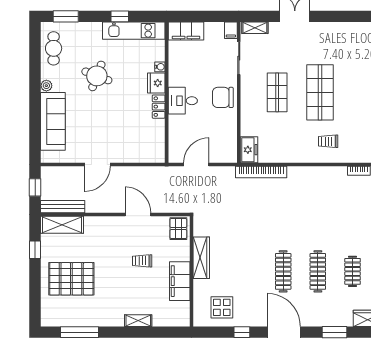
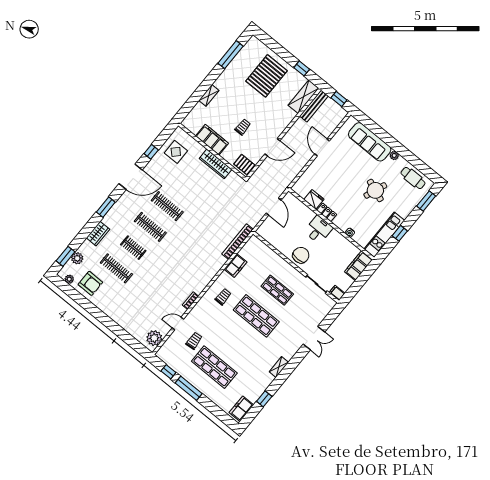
shelving: (255, 28) -> (279, 367), moved
fridge: (156, 83) -> (314, 199), moved
freezer: (249, 150) -> (235, 266), moved, turned -90

